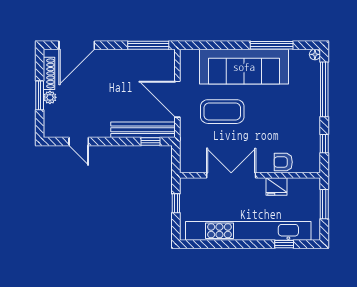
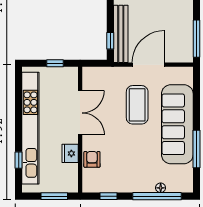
floor lamp: (315, 54) -> (161, 188), moved

